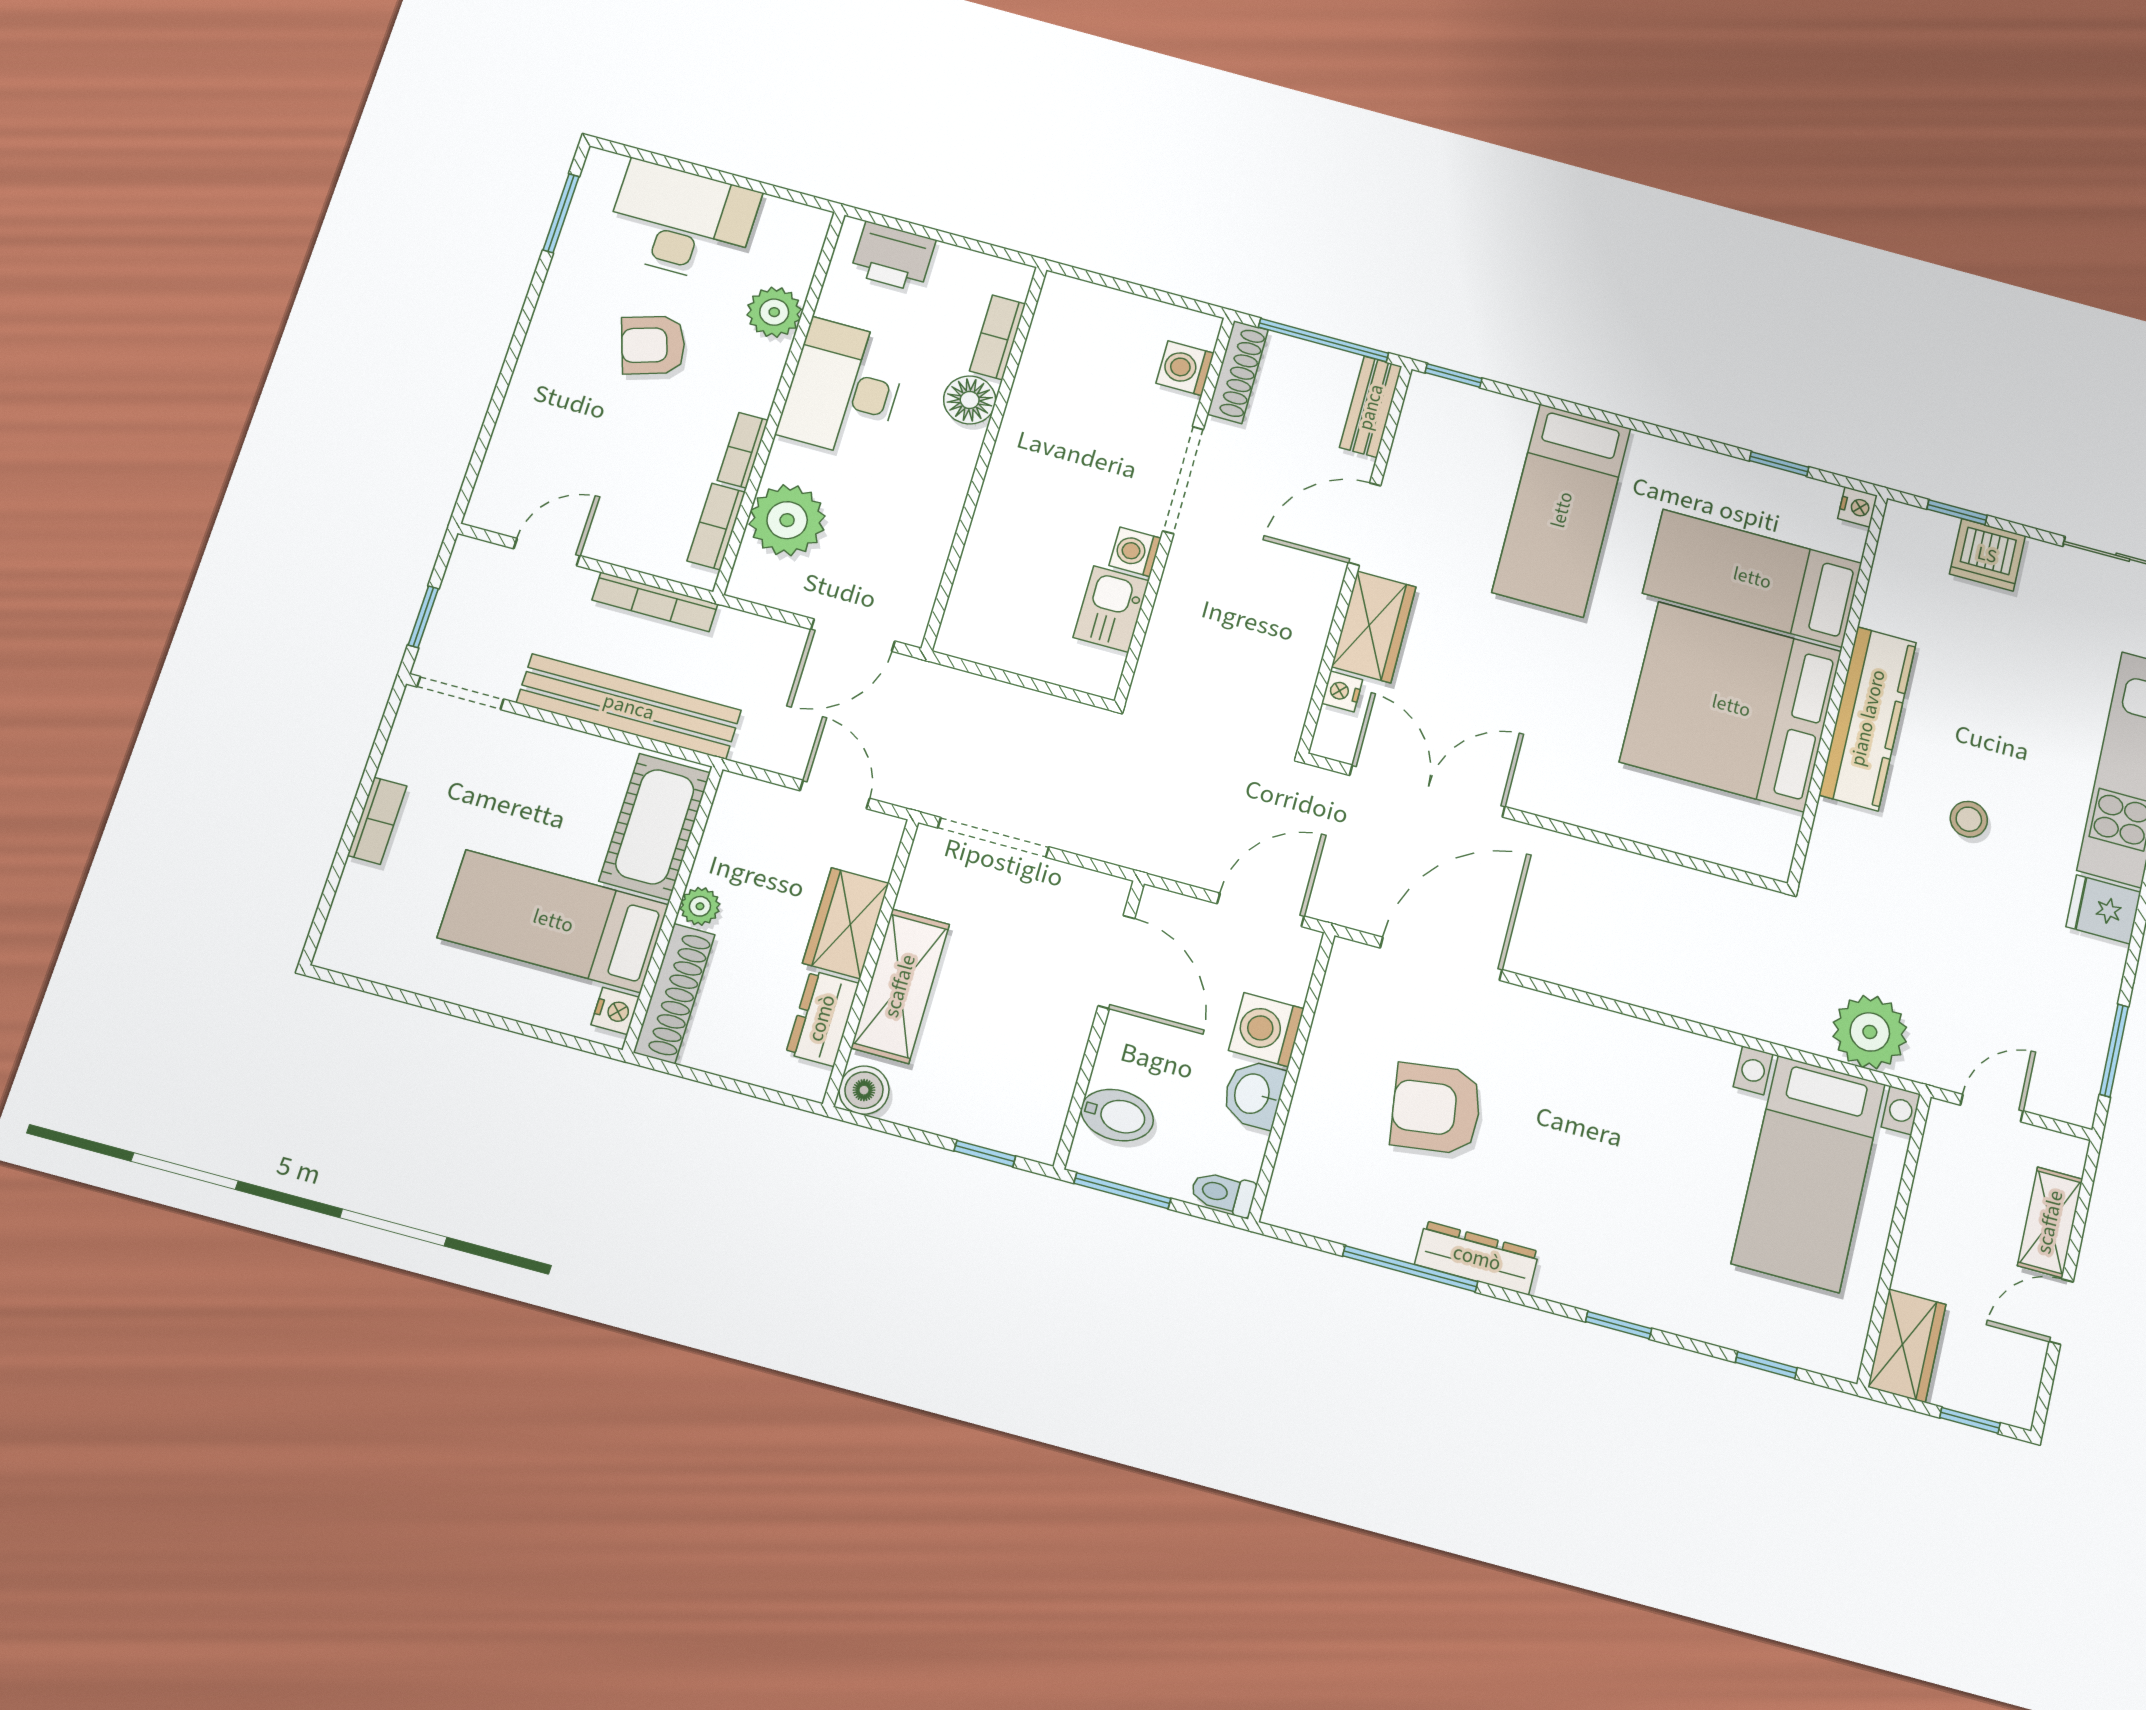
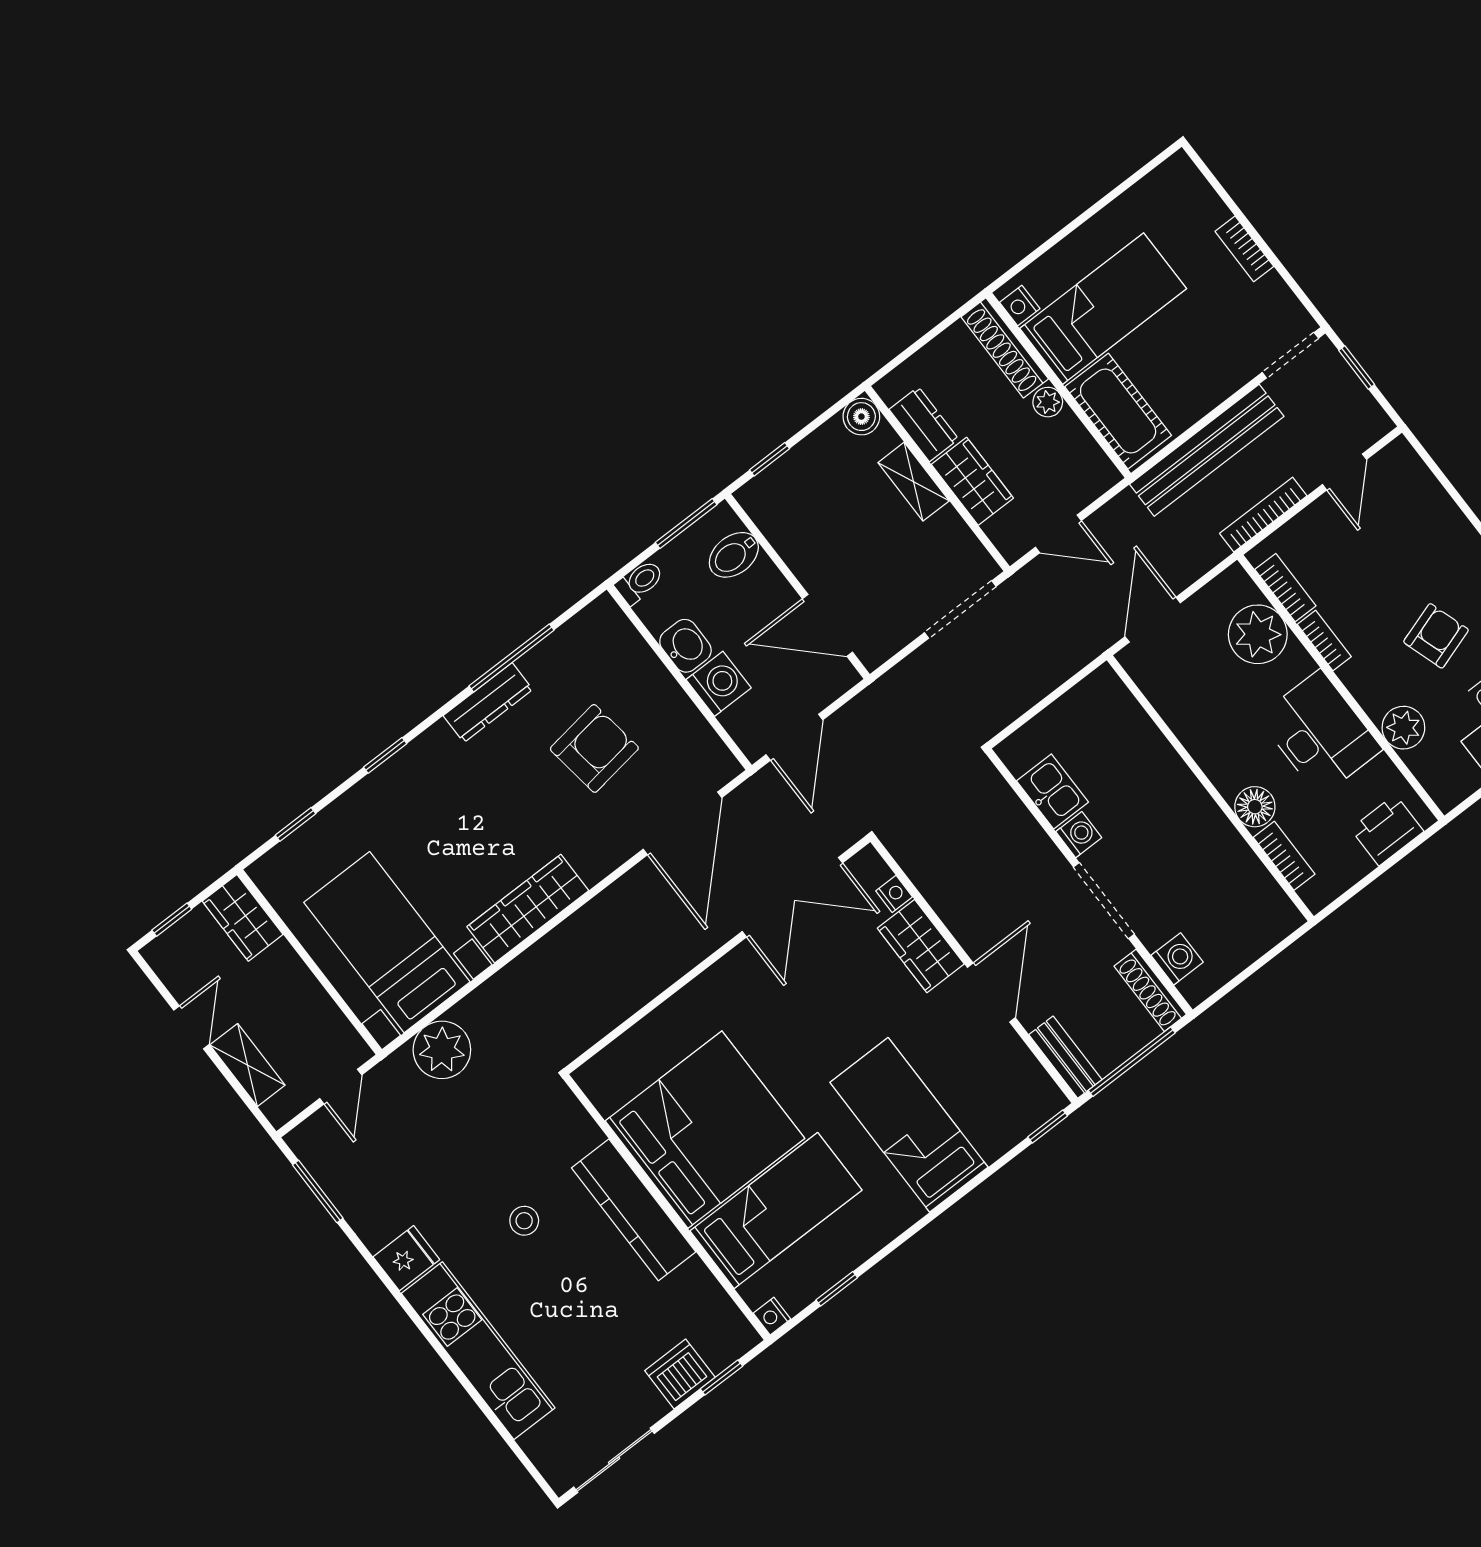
shelving: (900, 986) -> (914, 482), width x0.67, depth x0.75
wardrobe: (1656, 1053) -> (528, 909), added

